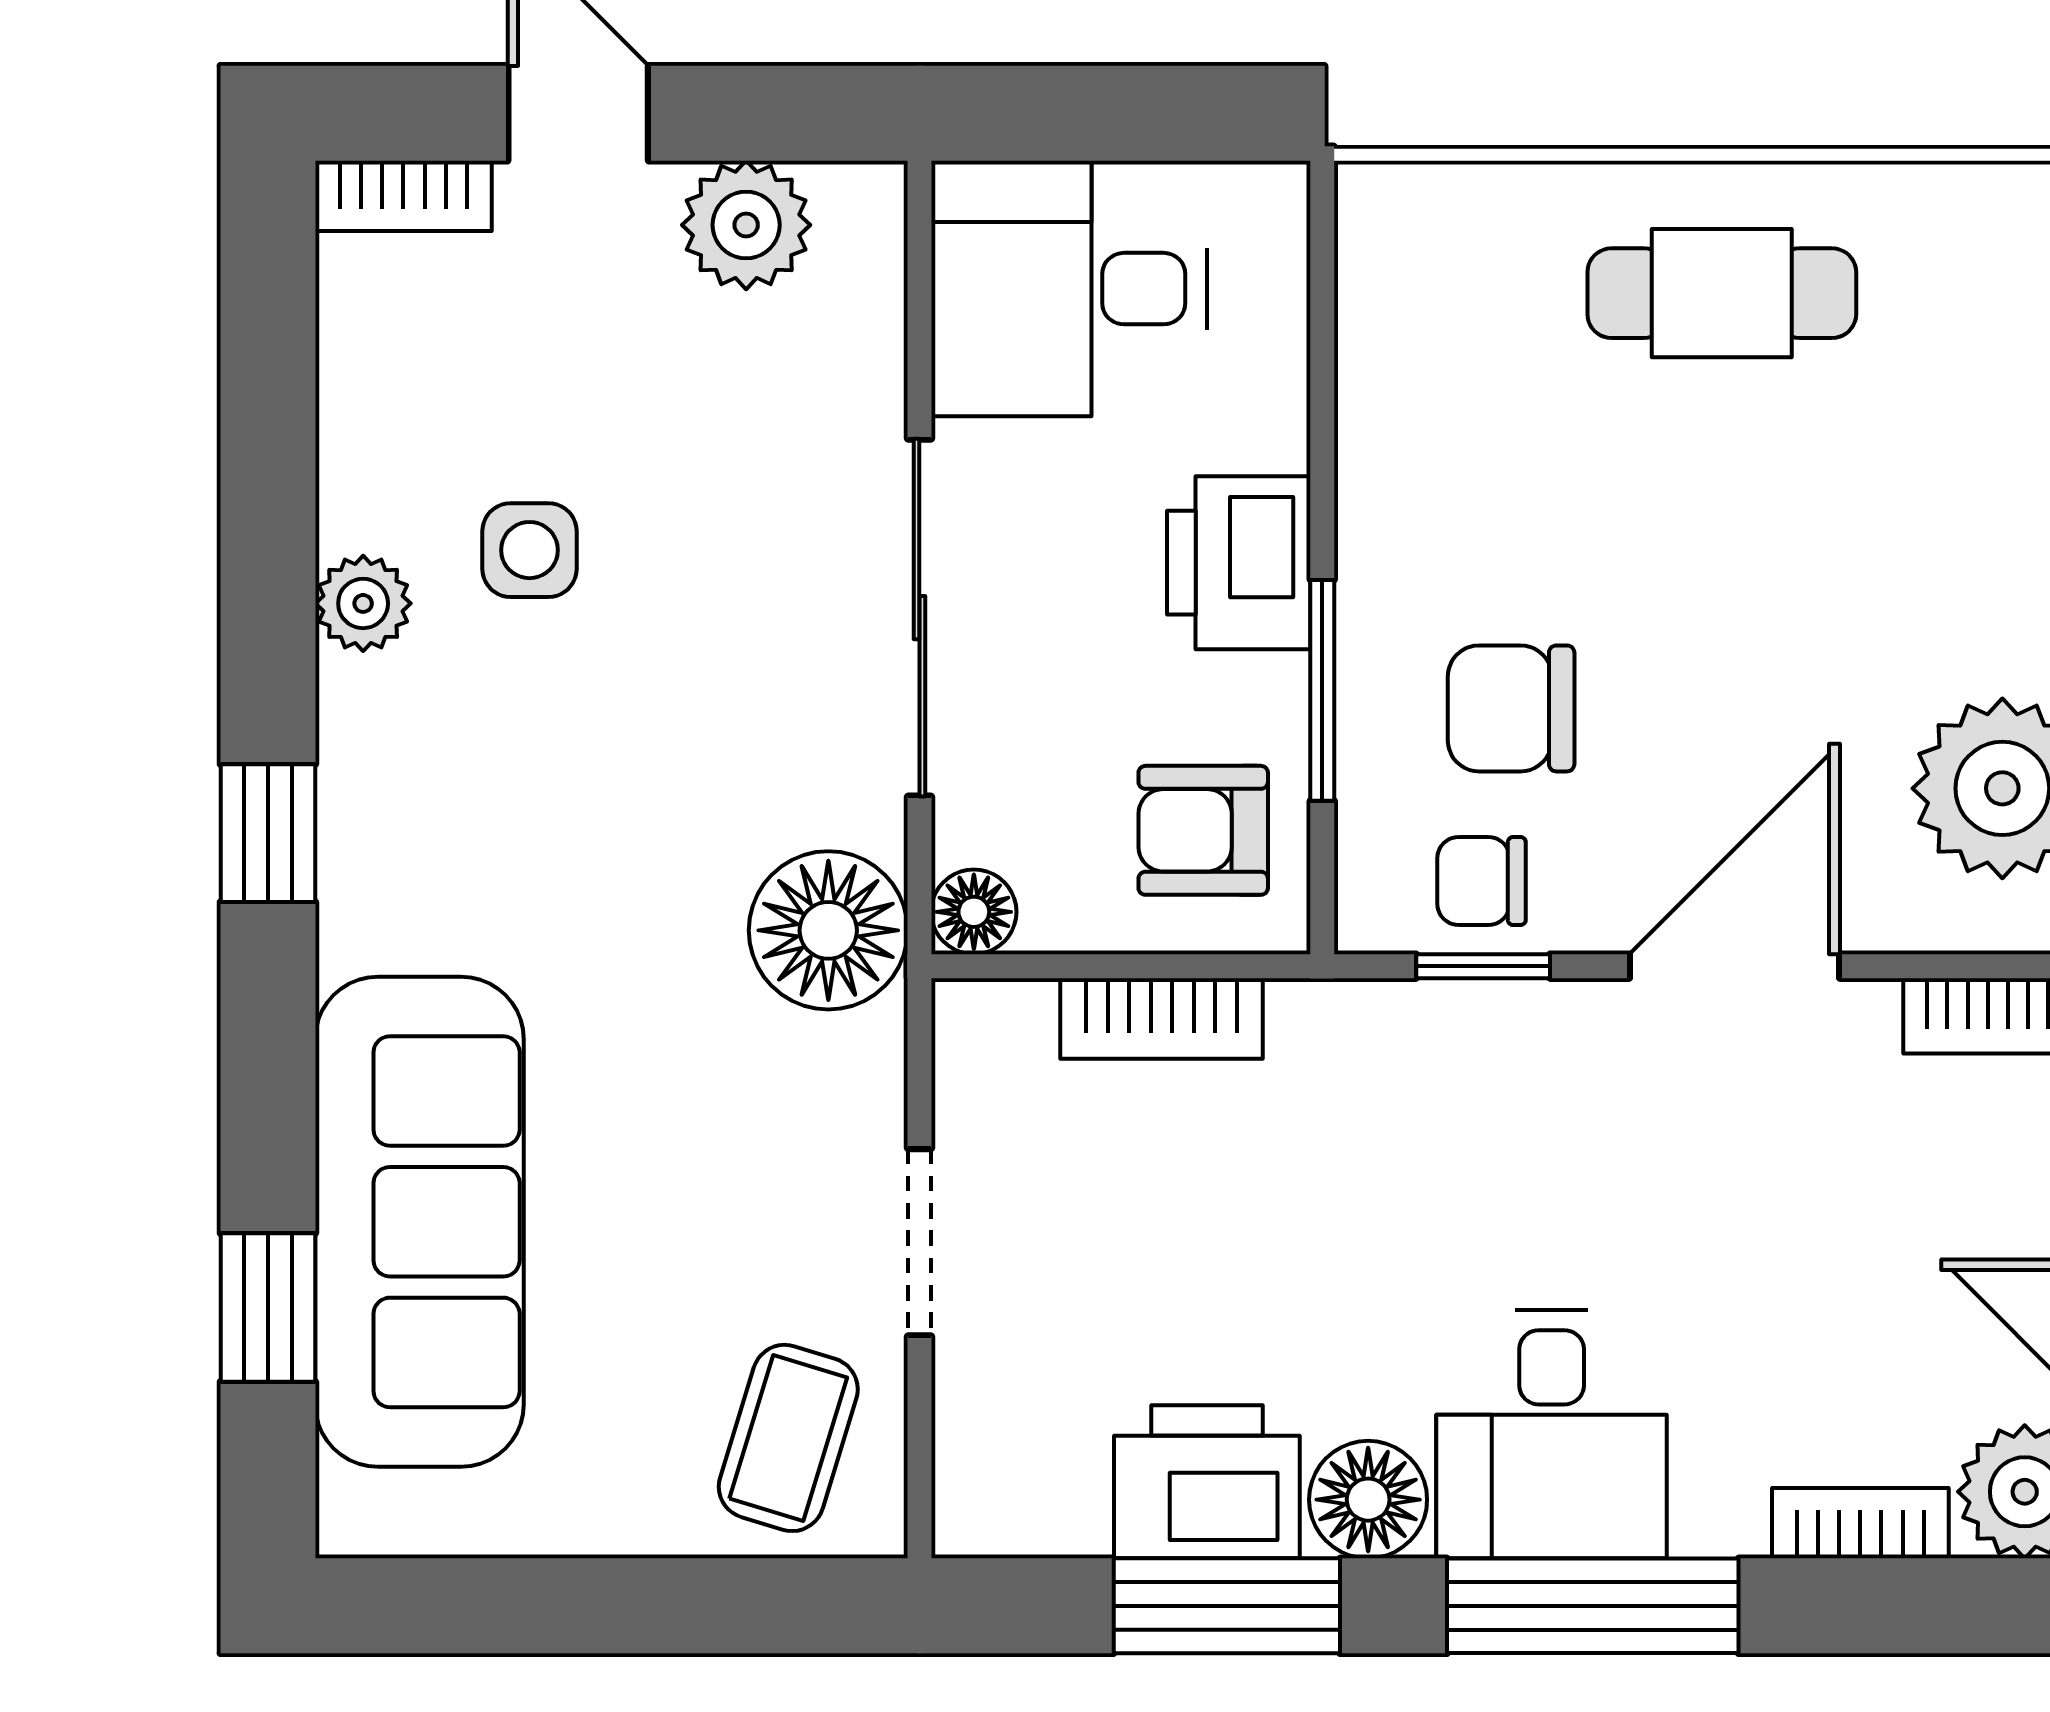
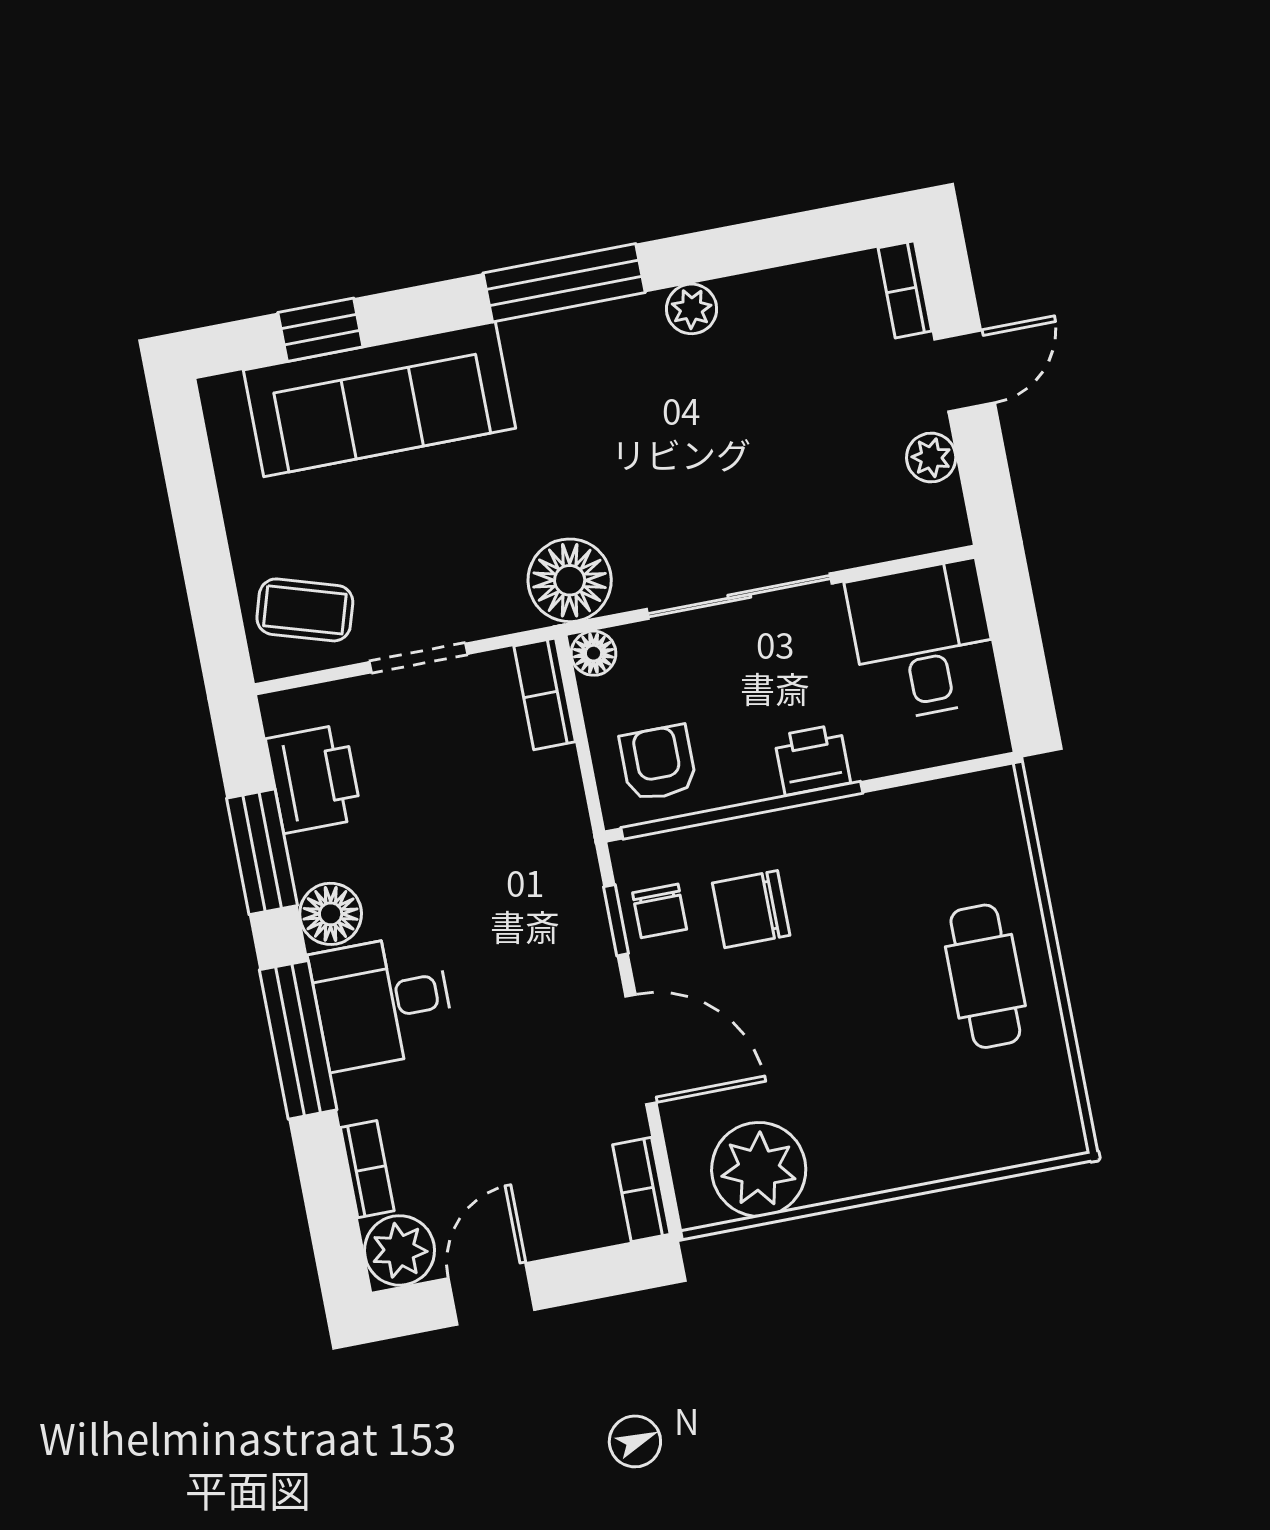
plant: (746, 225) -> (931, 458), width x0.73, depth x0.73
side table: (529, 550) -> (735, 389), removed
printer: (1239, 563) -> (812, 760), width x0.73, depth x0.81
window: (1322, 690) -> (742, 810), width x2.11
chair: (1511, 708) -> (751, 909), turned -90
window: (268, 833) -> (564, 283), width x2.17
chair: (1481, 881) -> (660, 911), turned 180
bookcase: (1161, 1018) -> (545, 694), moved
printer: (1207, 1482) -> (314, 779), moved

